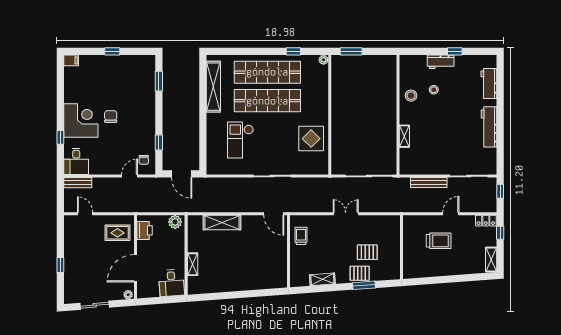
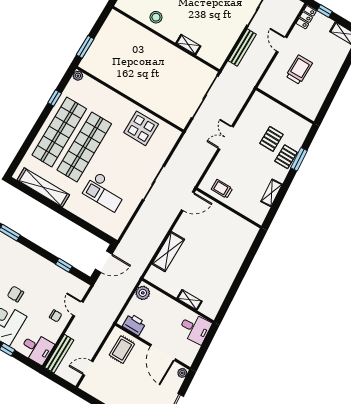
chair: (144, 160) -> (56, 316), moved
bench: (78, 183) -> (59, 354), width x1.36

